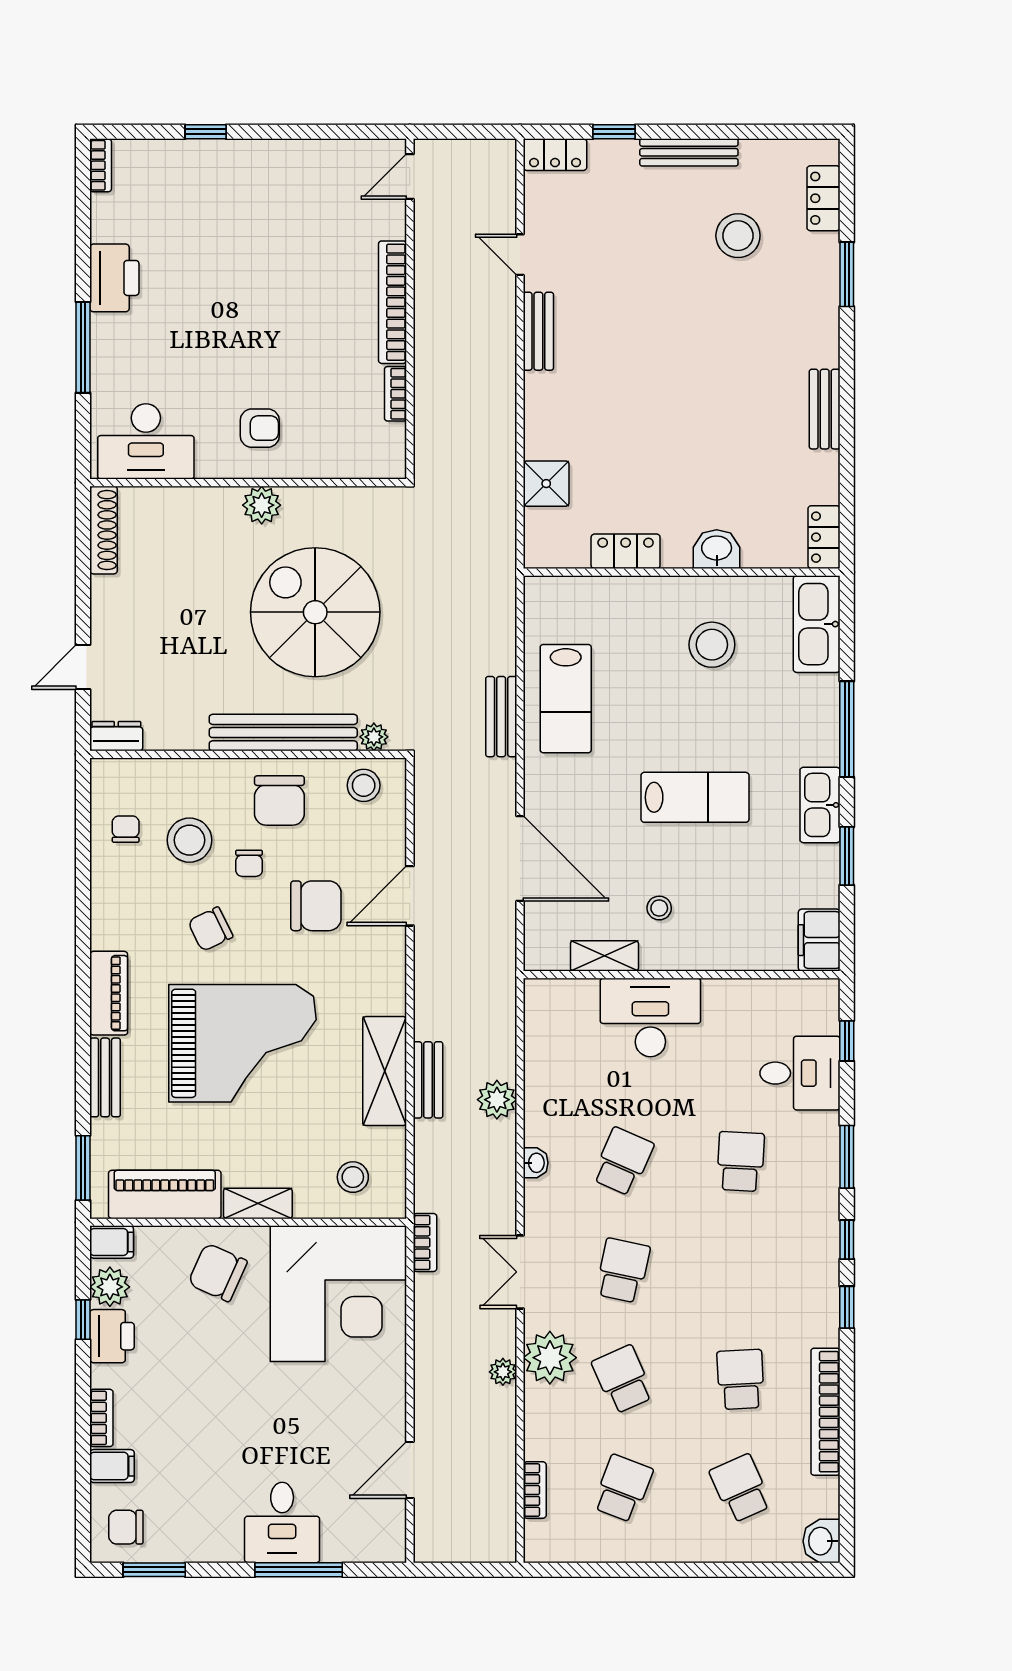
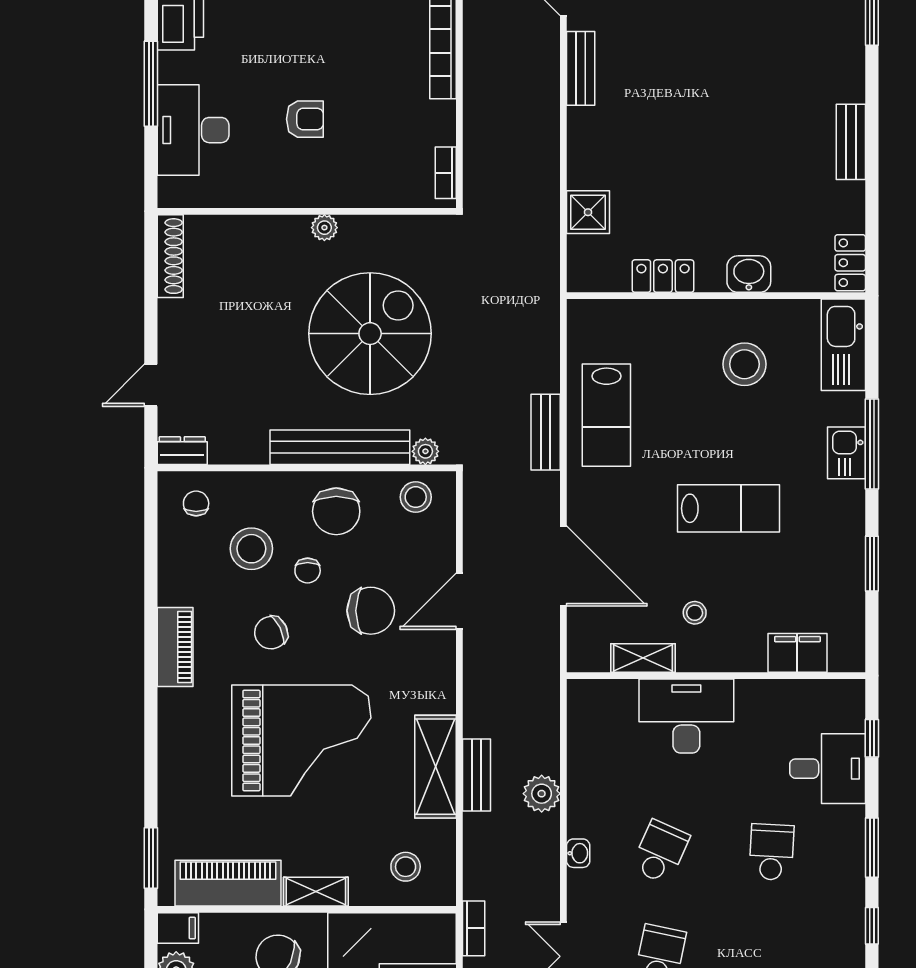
bookcase: (395, 394) -> (446, 173), moved
armchair: (260, 428) -> (305, 119), moved
desk: (146, 441) -> (193, 130), moved, turned 90
plant: (262, 505) -> (324, 228), width x0.73, depth x0.73
spiral stairs: (315, 612) -> (370, 334), turned 90
kitchen sink: (820, 805) -> (846, 453), moved, width x0.73
chair: (126, 829) -> (196, 503), moved
filing cabinet: (819, 940) -> (797, 653), moved, turned 90
piano: (109, 993) -> (175, 647), moved
bench: (105, 1077) -> (172, 773), removed

